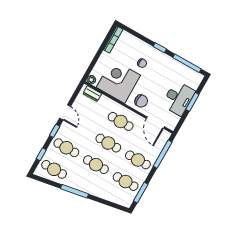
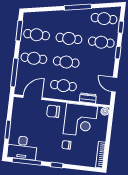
dresser: (92, 94) -> (88, 98), moved
desk: (178, 98) -> (22, 148), moved, turned -90
door: (65, 112) -> (114, 85), moved
door: (155, 123) -> (33, 98), hinge flipped

